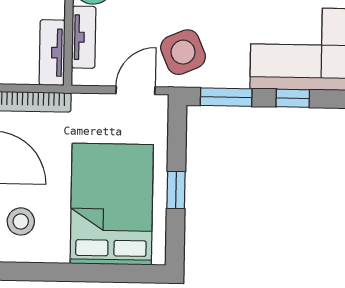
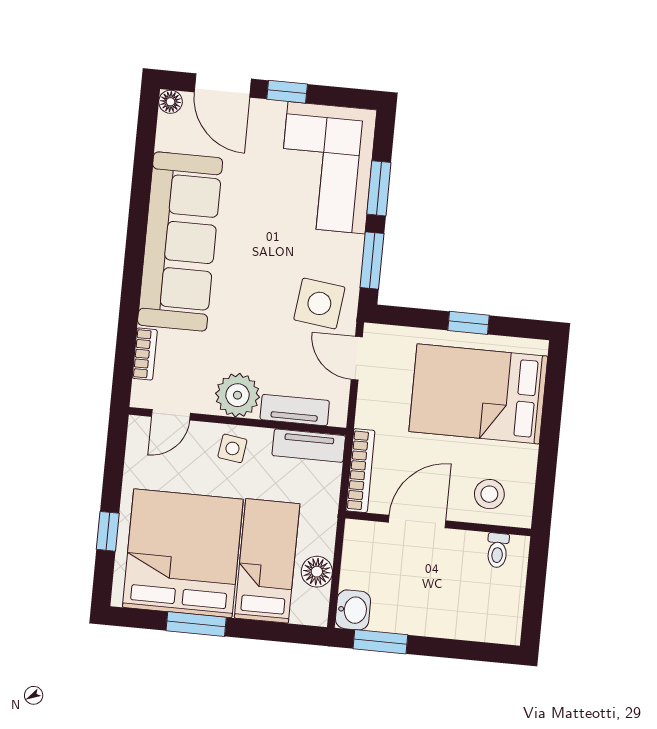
side table: (183, 52) -> (319, 303), turned 30
window: (293, 98) -> (379, 188), width x1.50

